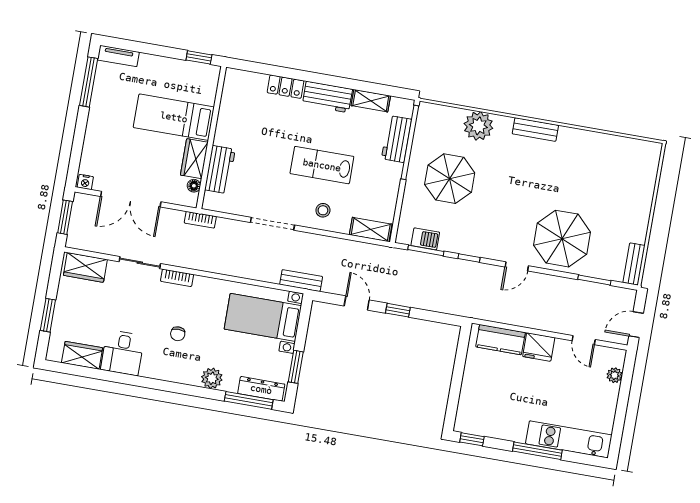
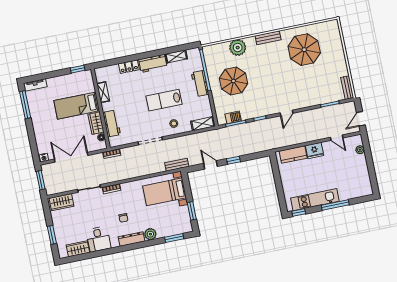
shelving: (226, 112) -> (103, 92), added
workbench: (396, 139) -> (200, 83), moved
double door: (131, 199) -> (71, 157), swing flipped
parasol: (562, 239) -> (304, 50), moved
dresser: (261, 389) -> (132, 239), moved
window: (249, 400) -> (174, 238), width x0.69
kitchen unit: (569, 439) -> (315, 200), moved

